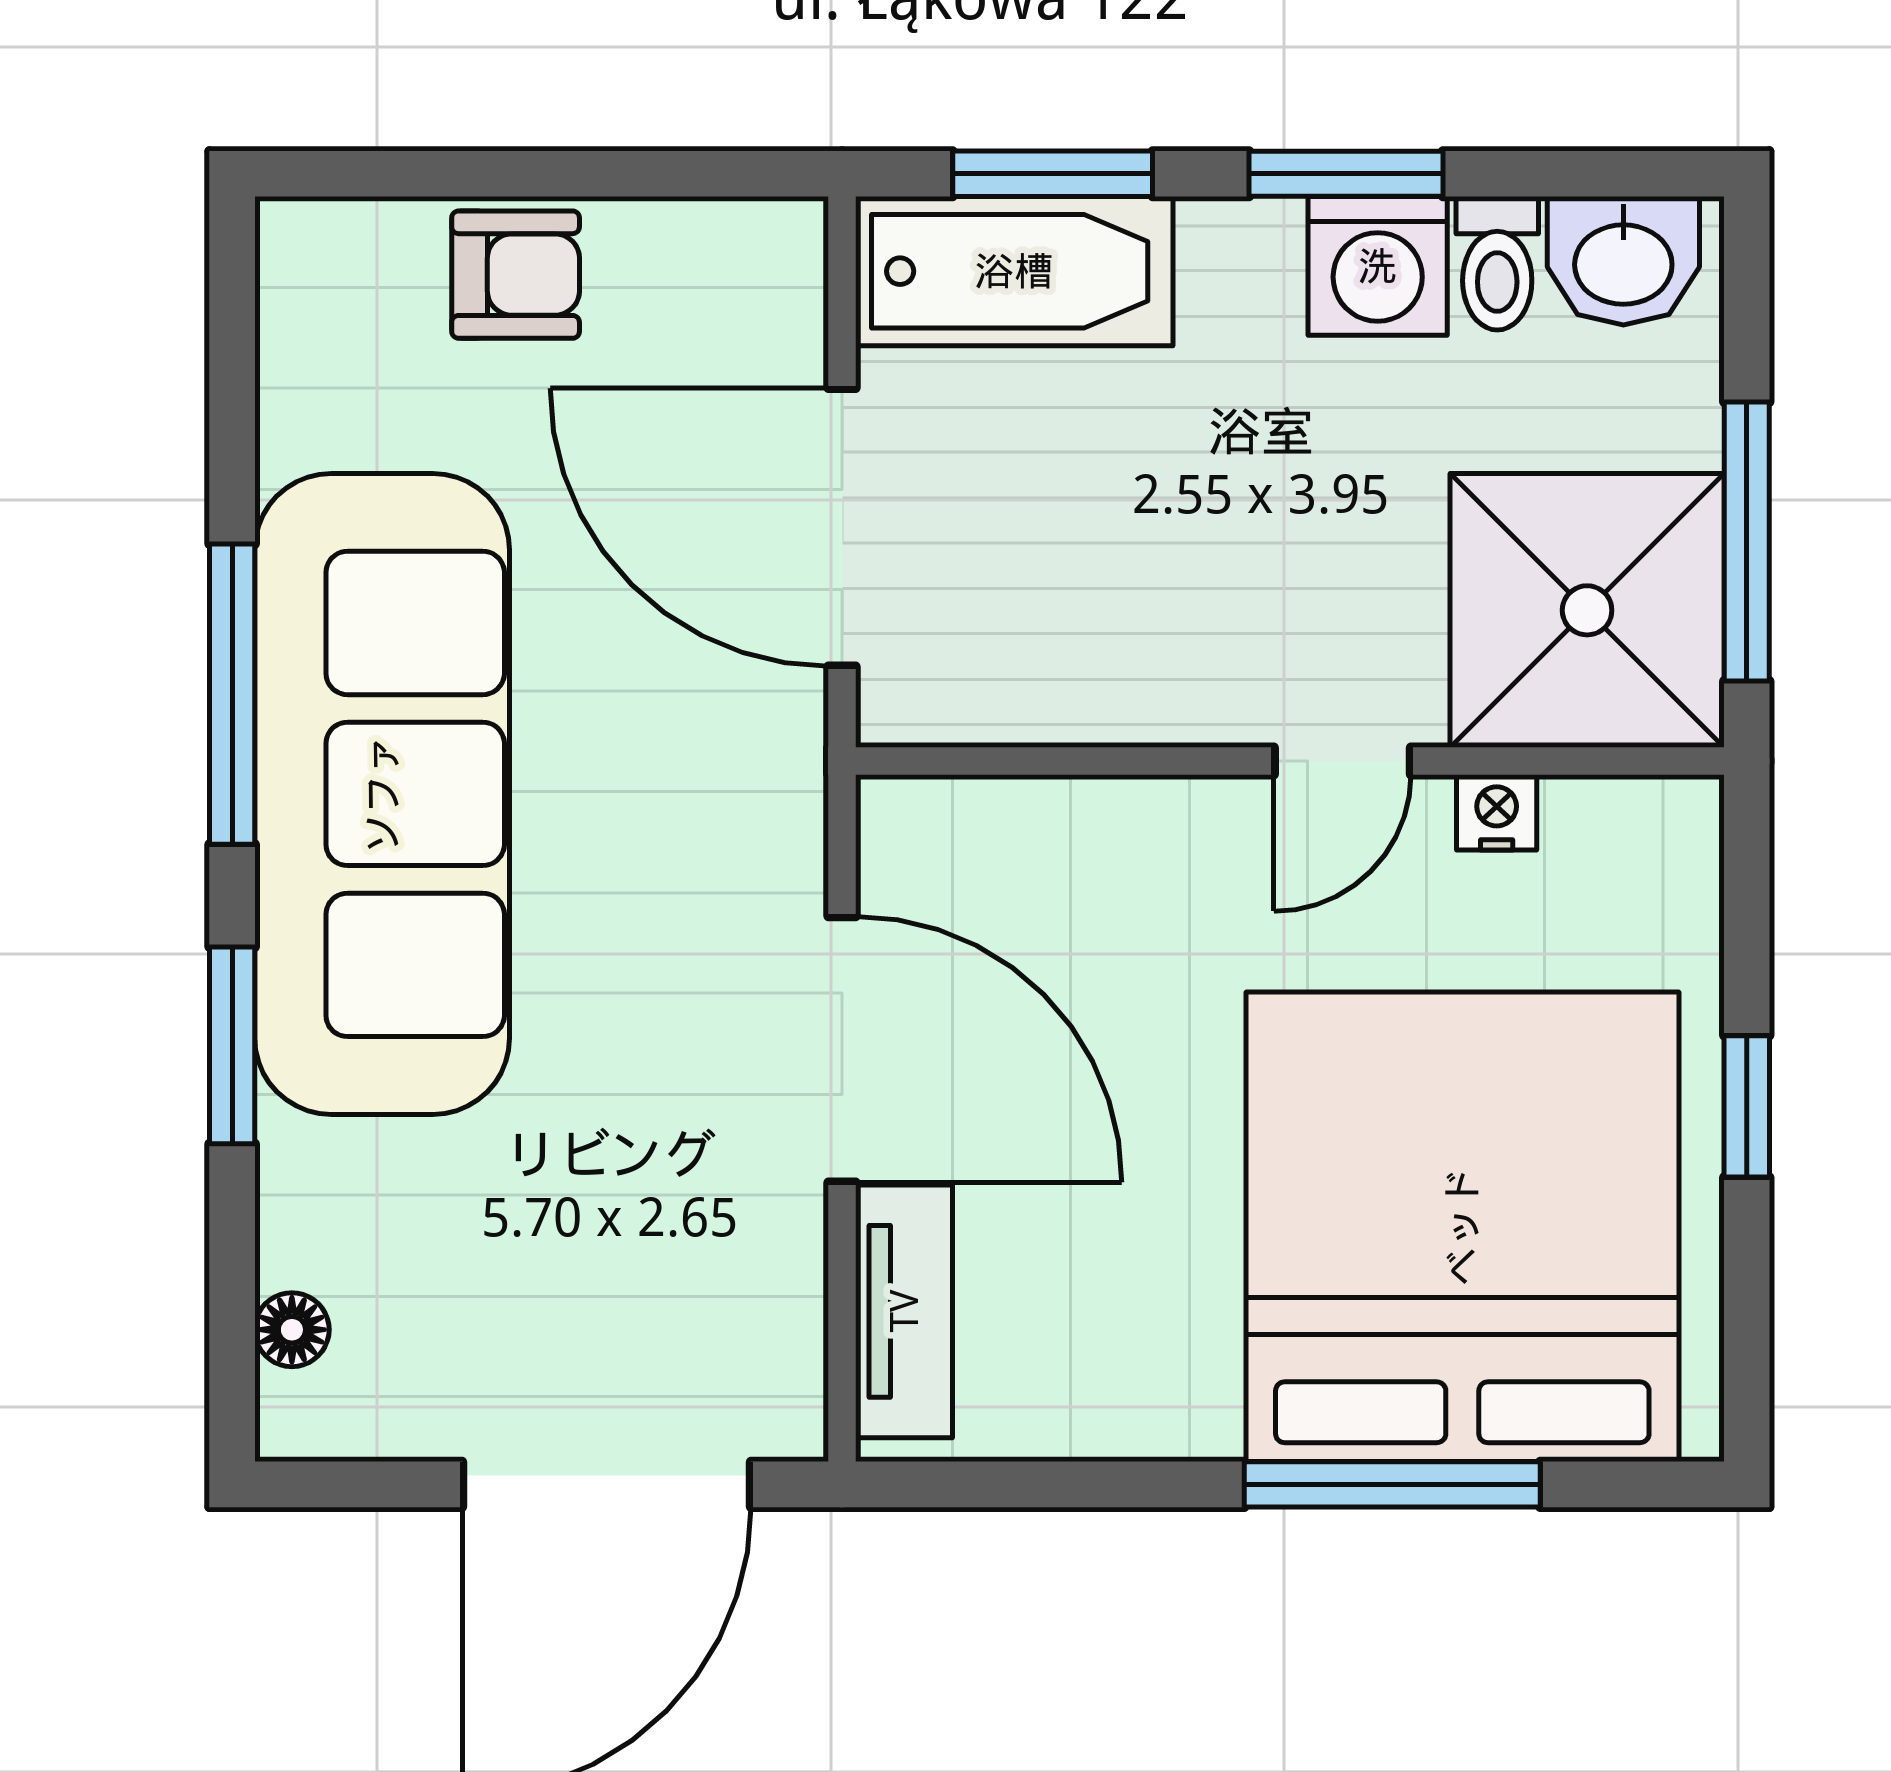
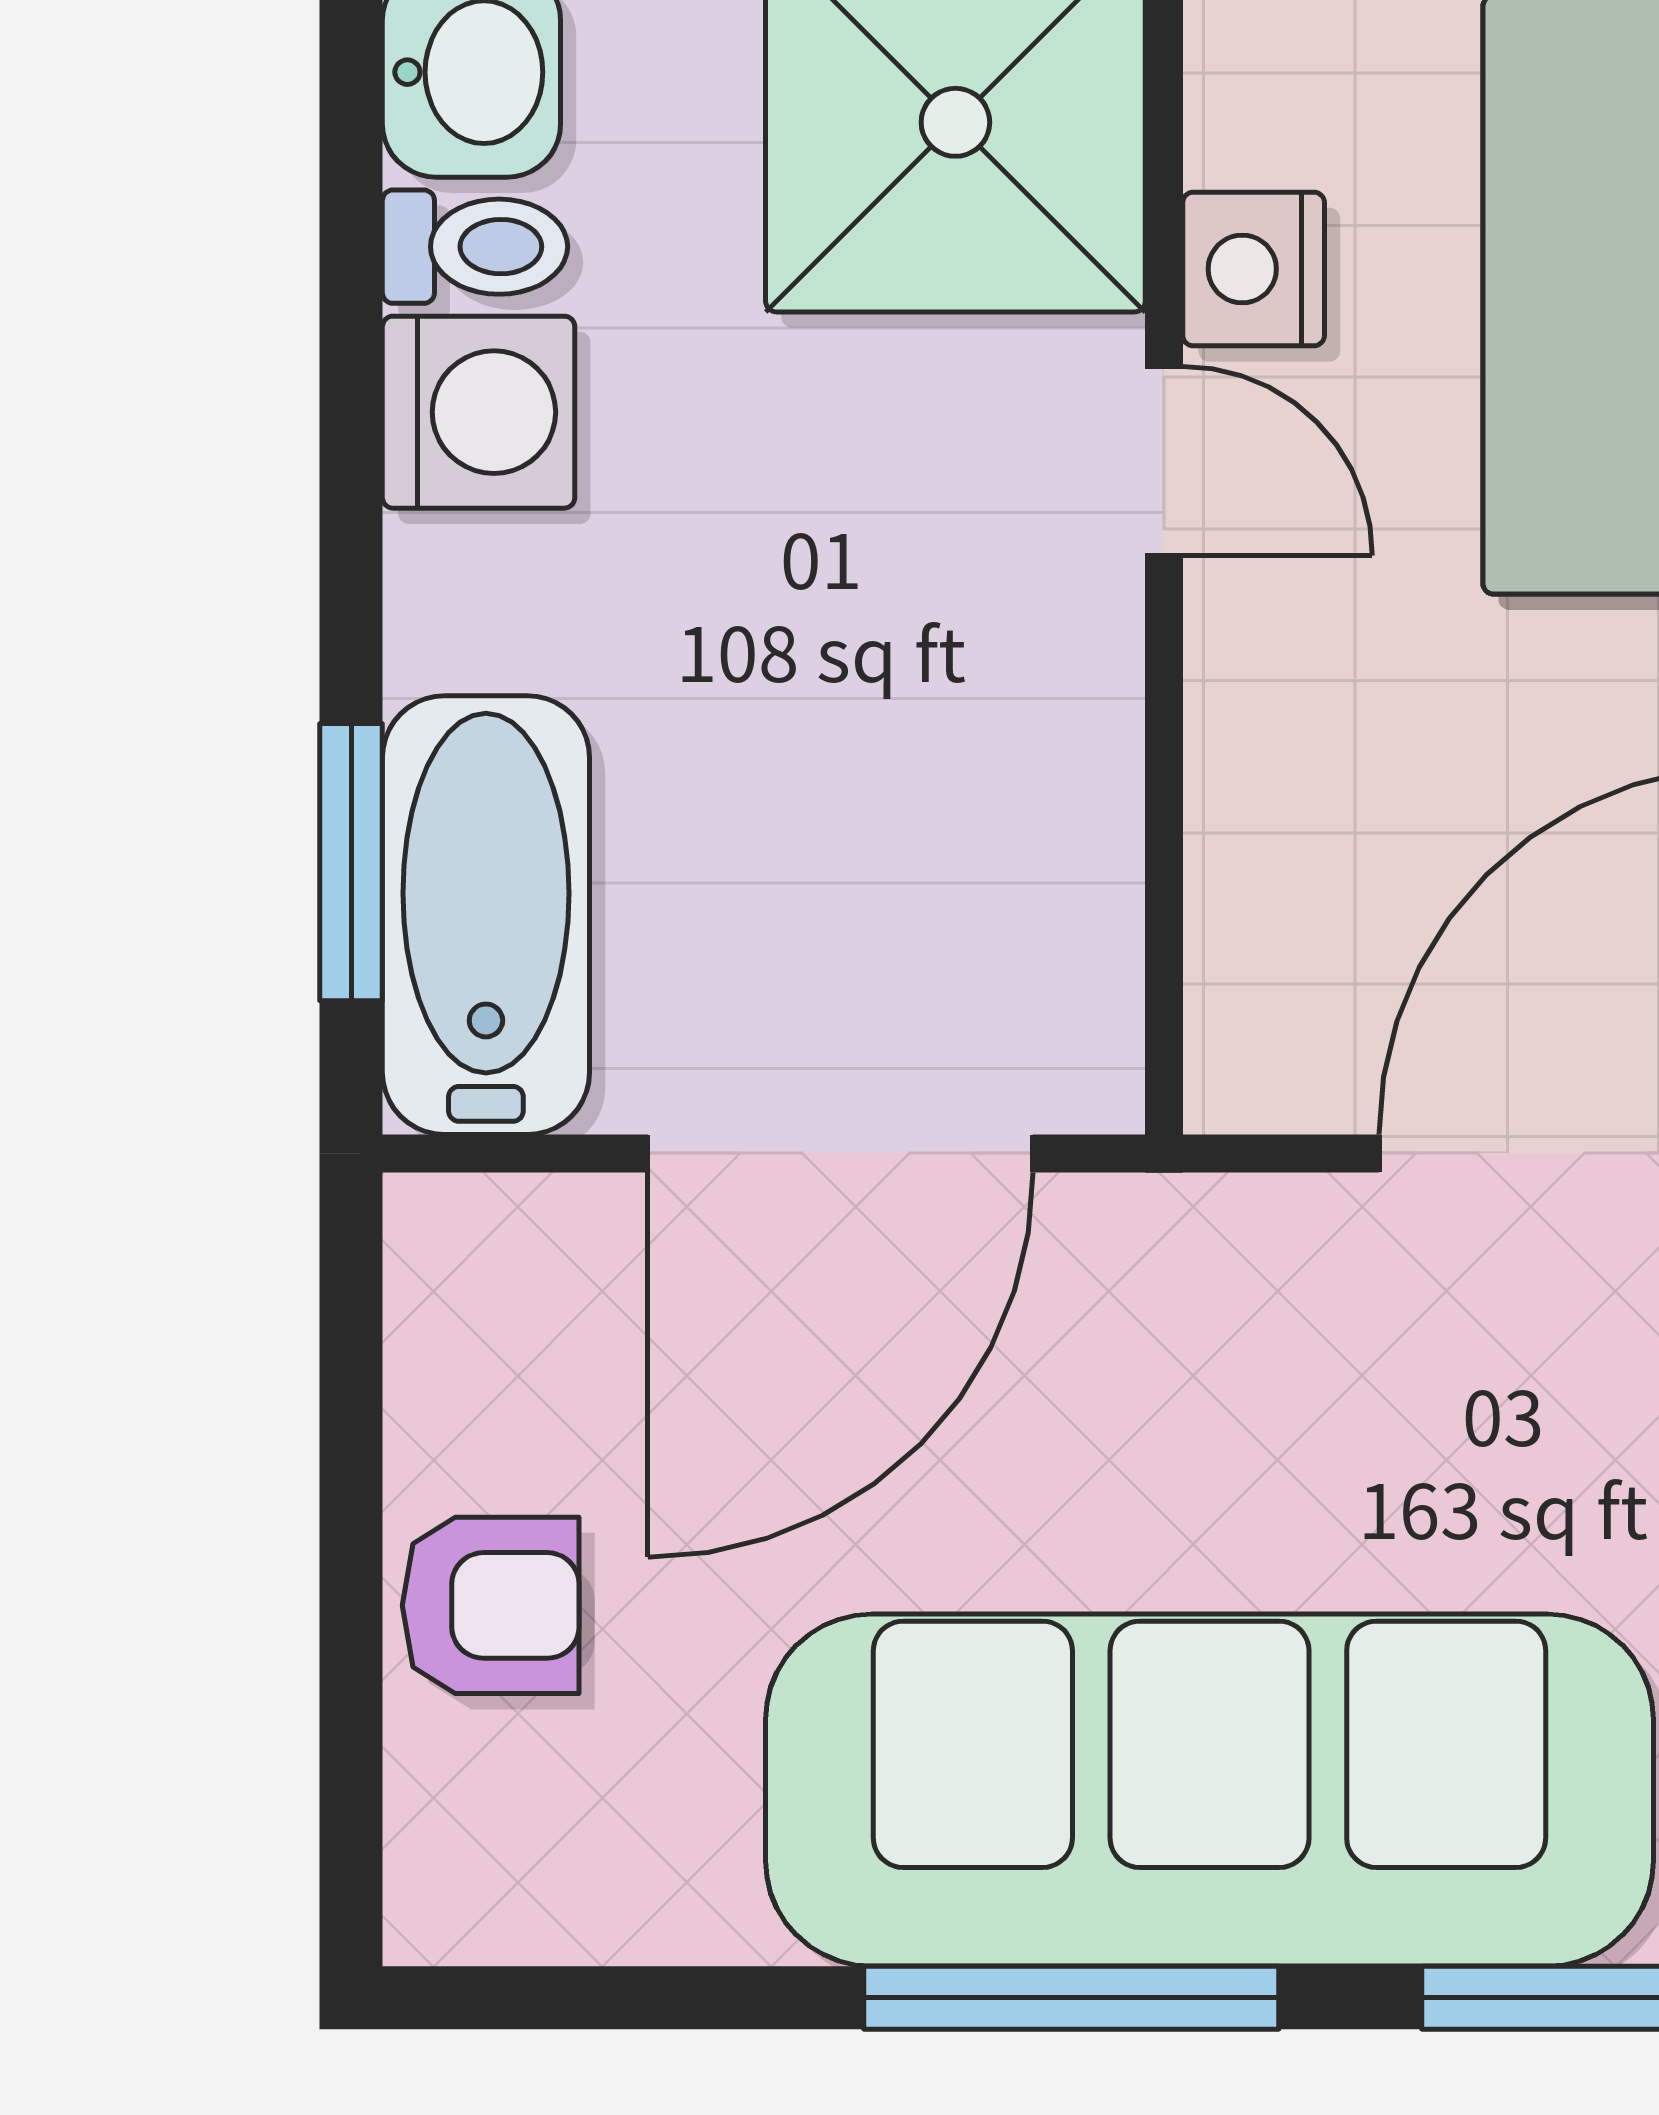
window: (1346, 174) -> (351, 456), removed
armchair: (516, 275) -> (491, 1605), turned 90
nightstand: (1497, 812) -> (1254, 269), width x1.39, depth x1.35

